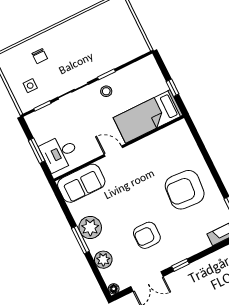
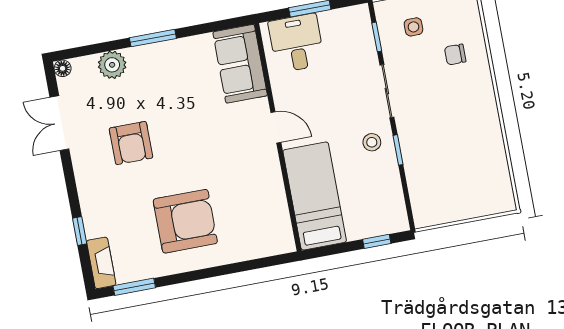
window: (173, 88) -> (377, 241), moved
door: (113, 151) -> (276, 127), hinge flipped
armchair: (185, 190) -> (185, 221), turned 86
plant: (90, 228) -> (168, 58), removed
armchair: (147, 235) -> (131, 143), turned 180
window: (180, 265) -> (80, 231), moved

